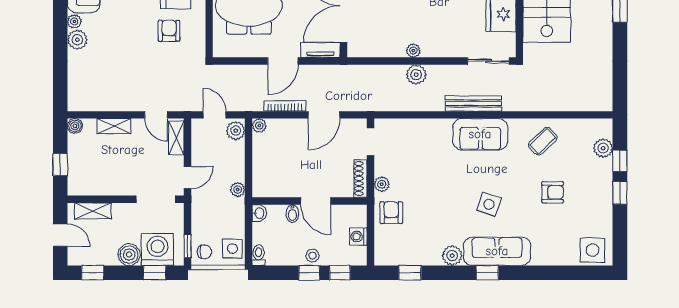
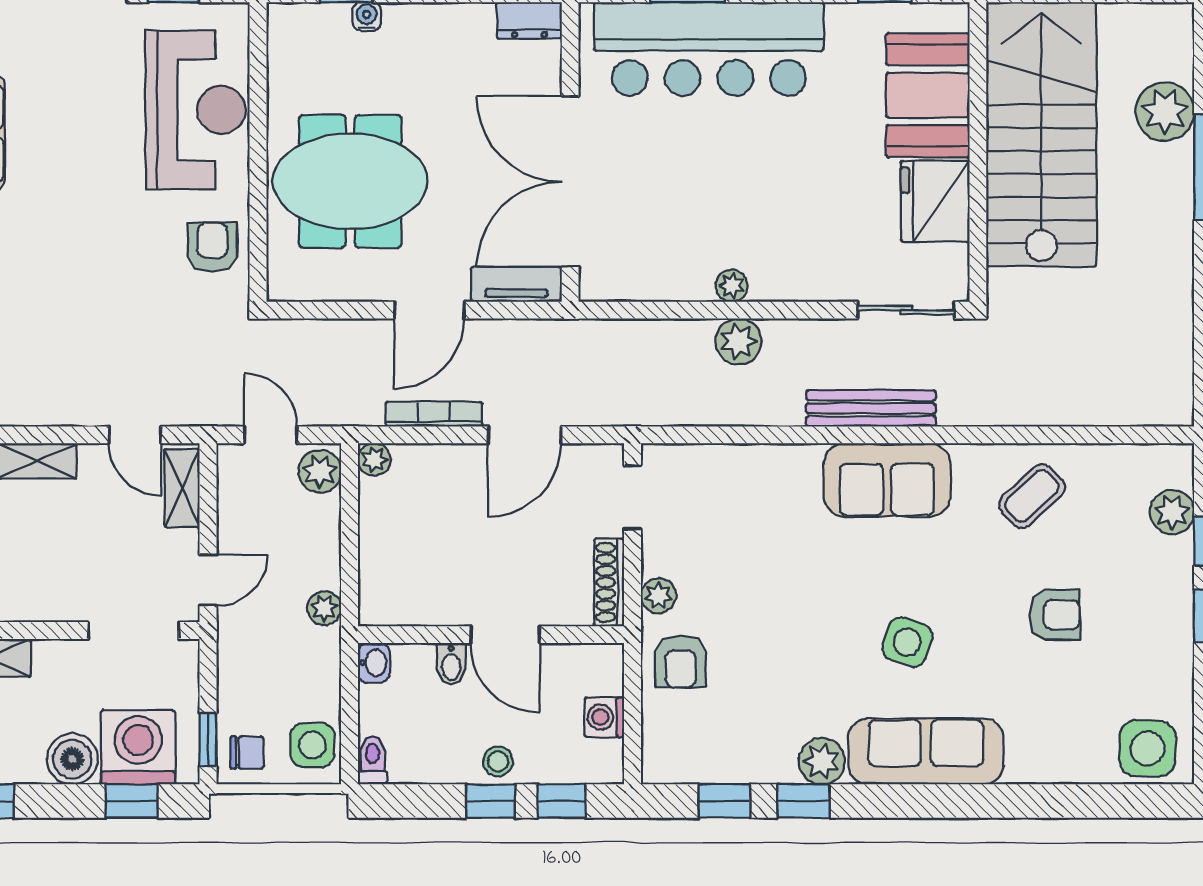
armchair: (169, 31) -> (212, 247), moved
armchair: (391, 213) -> (681, 662), turned 180
window: (487, 273) -> (803, 801), moved

